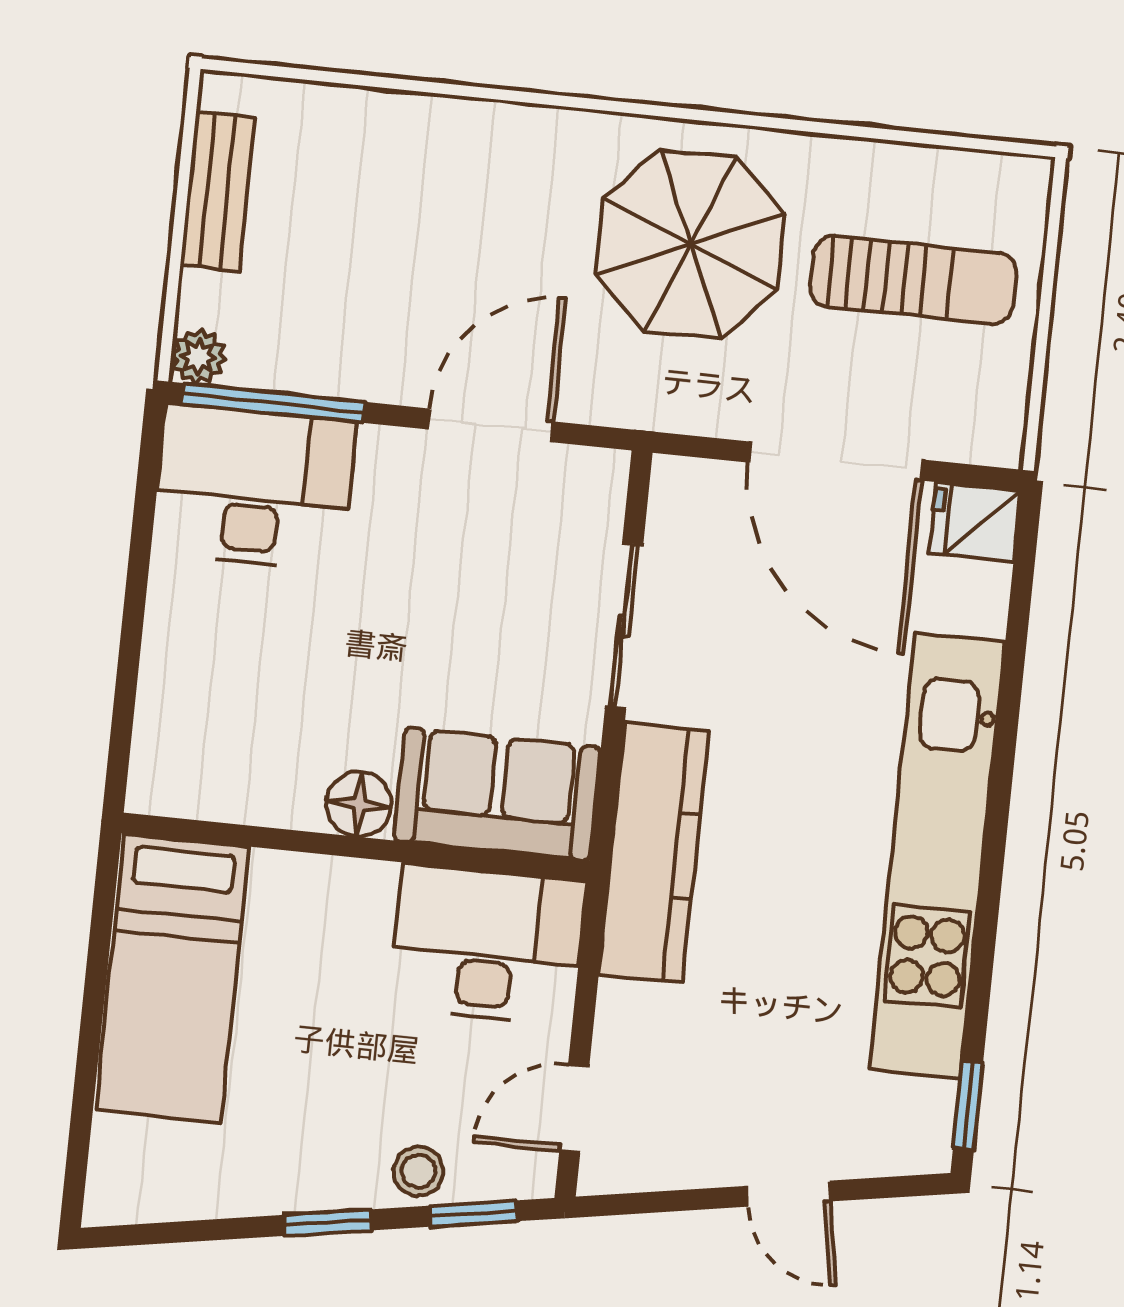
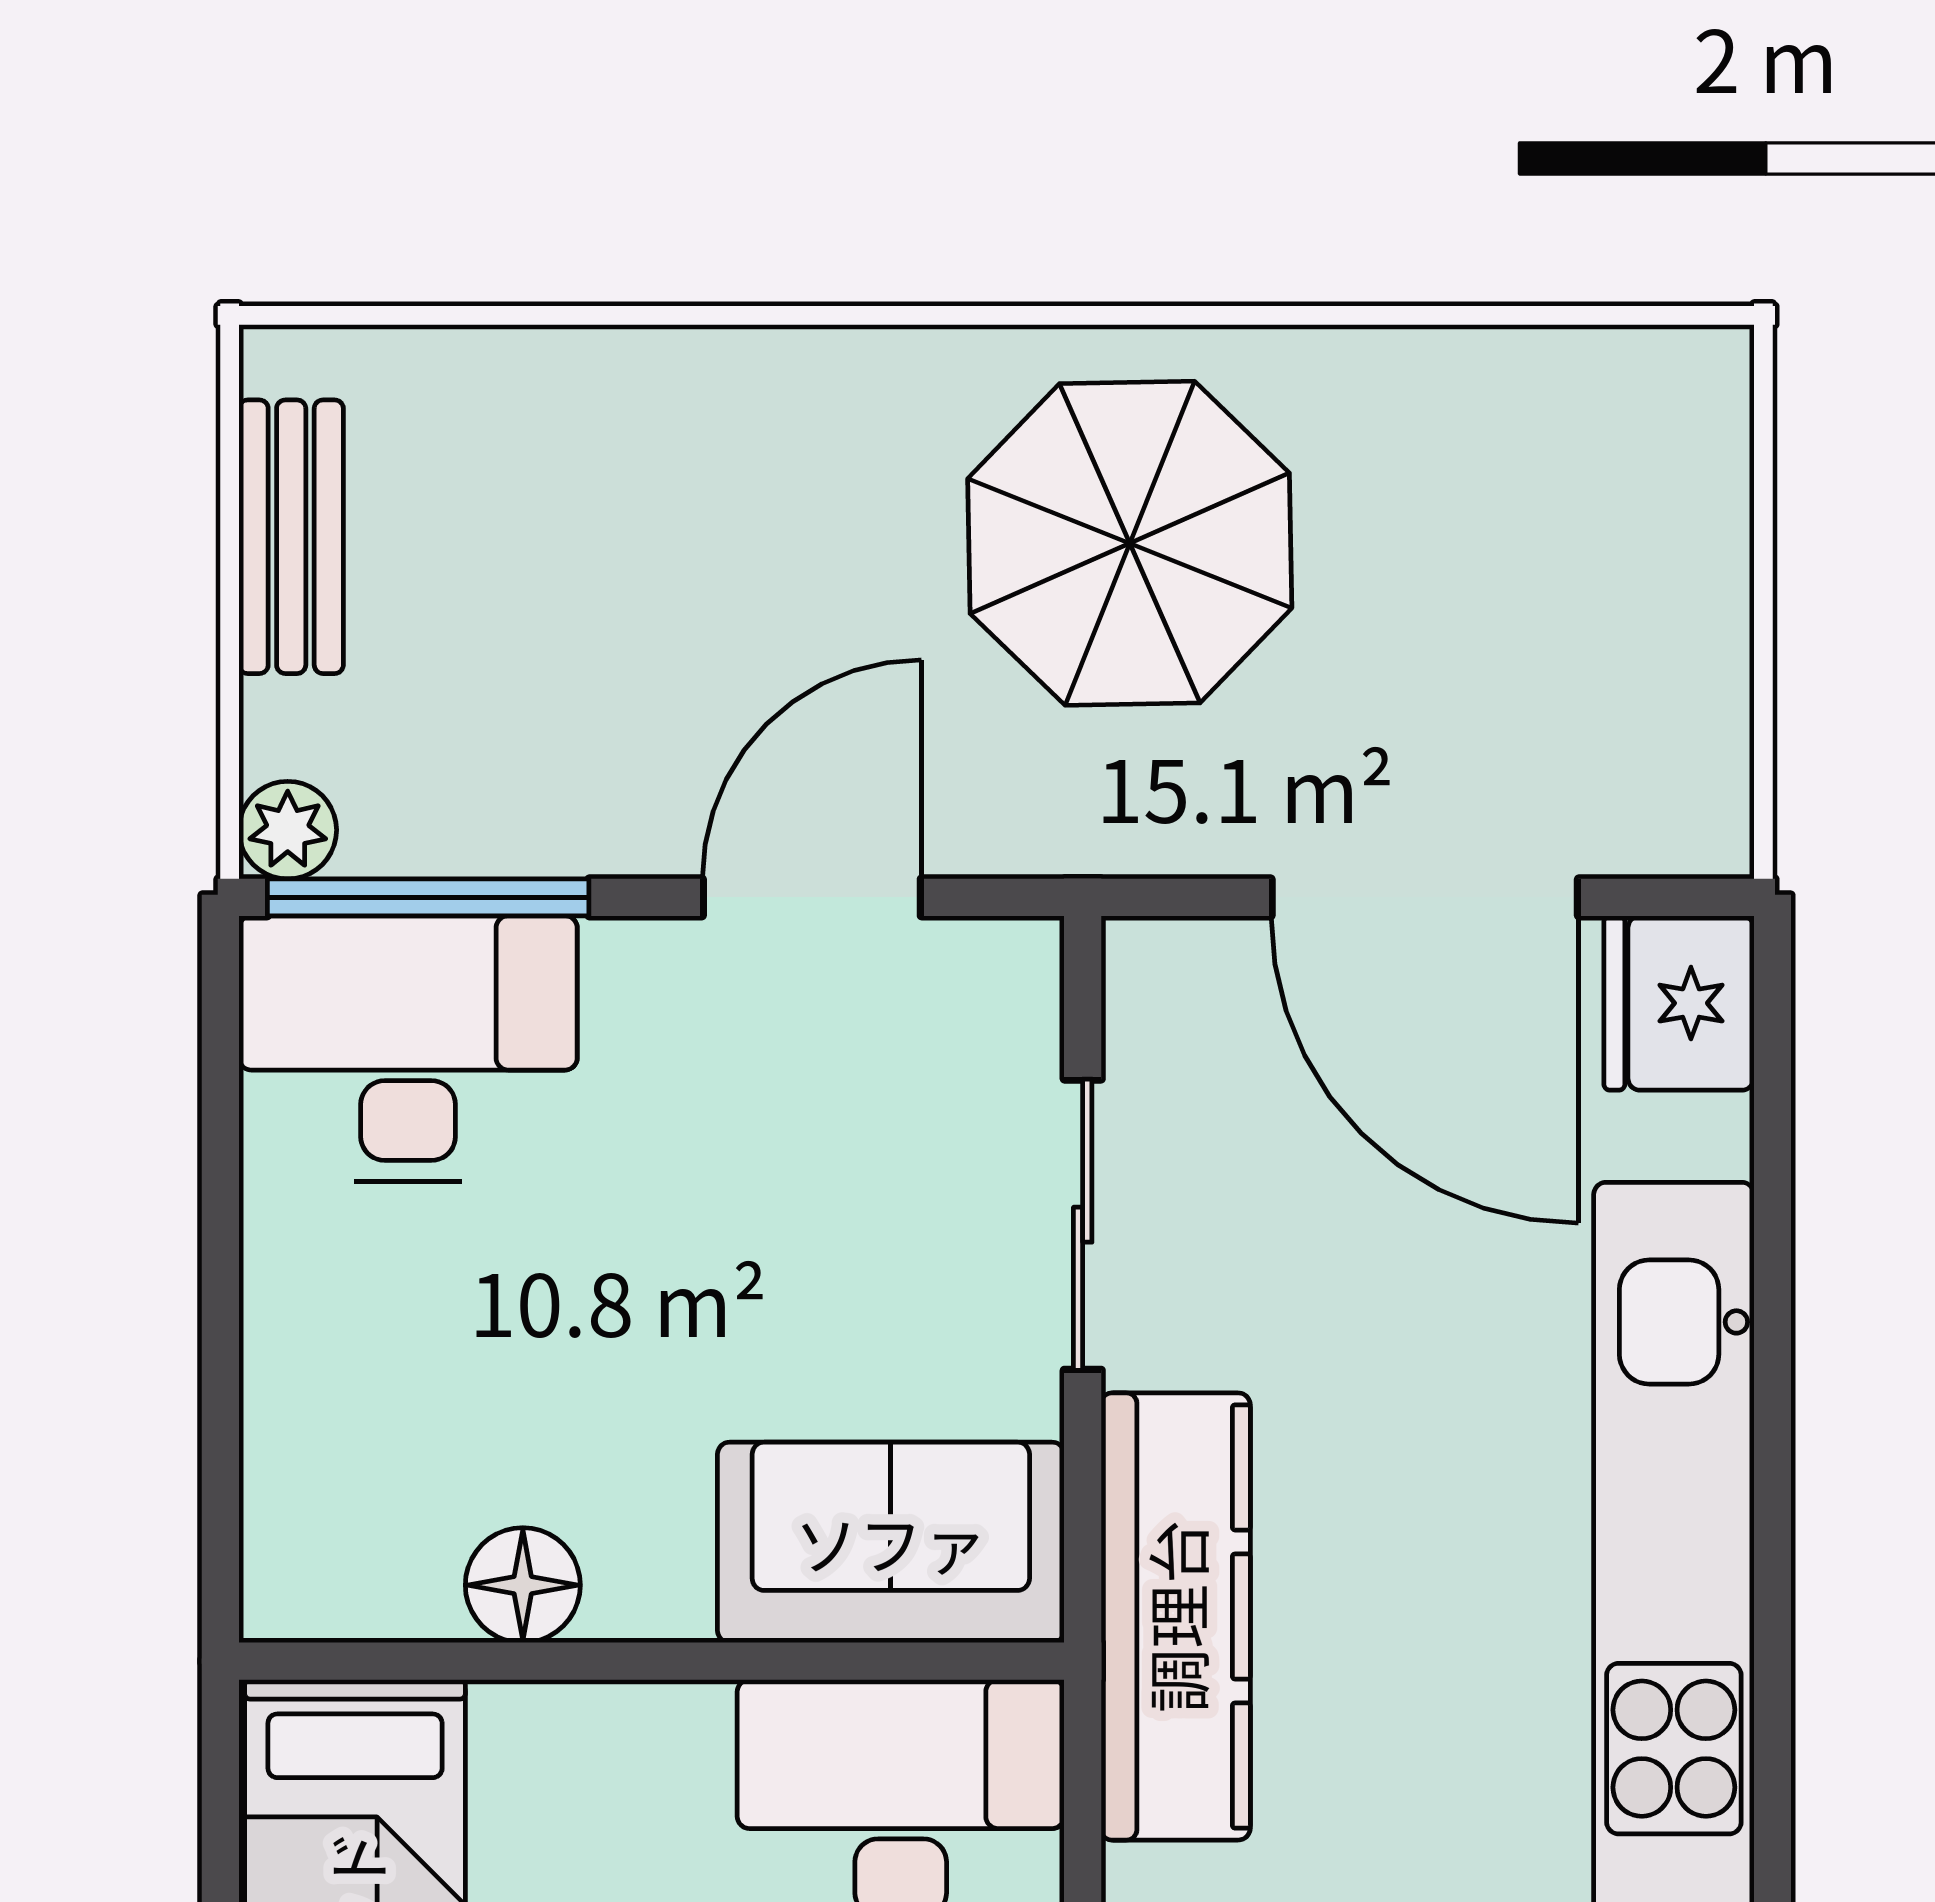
sun lounger: (913, 280) -> (1527, 566), removed
fridge: (975, 522) -> (1679, 1003), width x1.38
floor lamp: (359, 804) -> (523, 1585), moved

